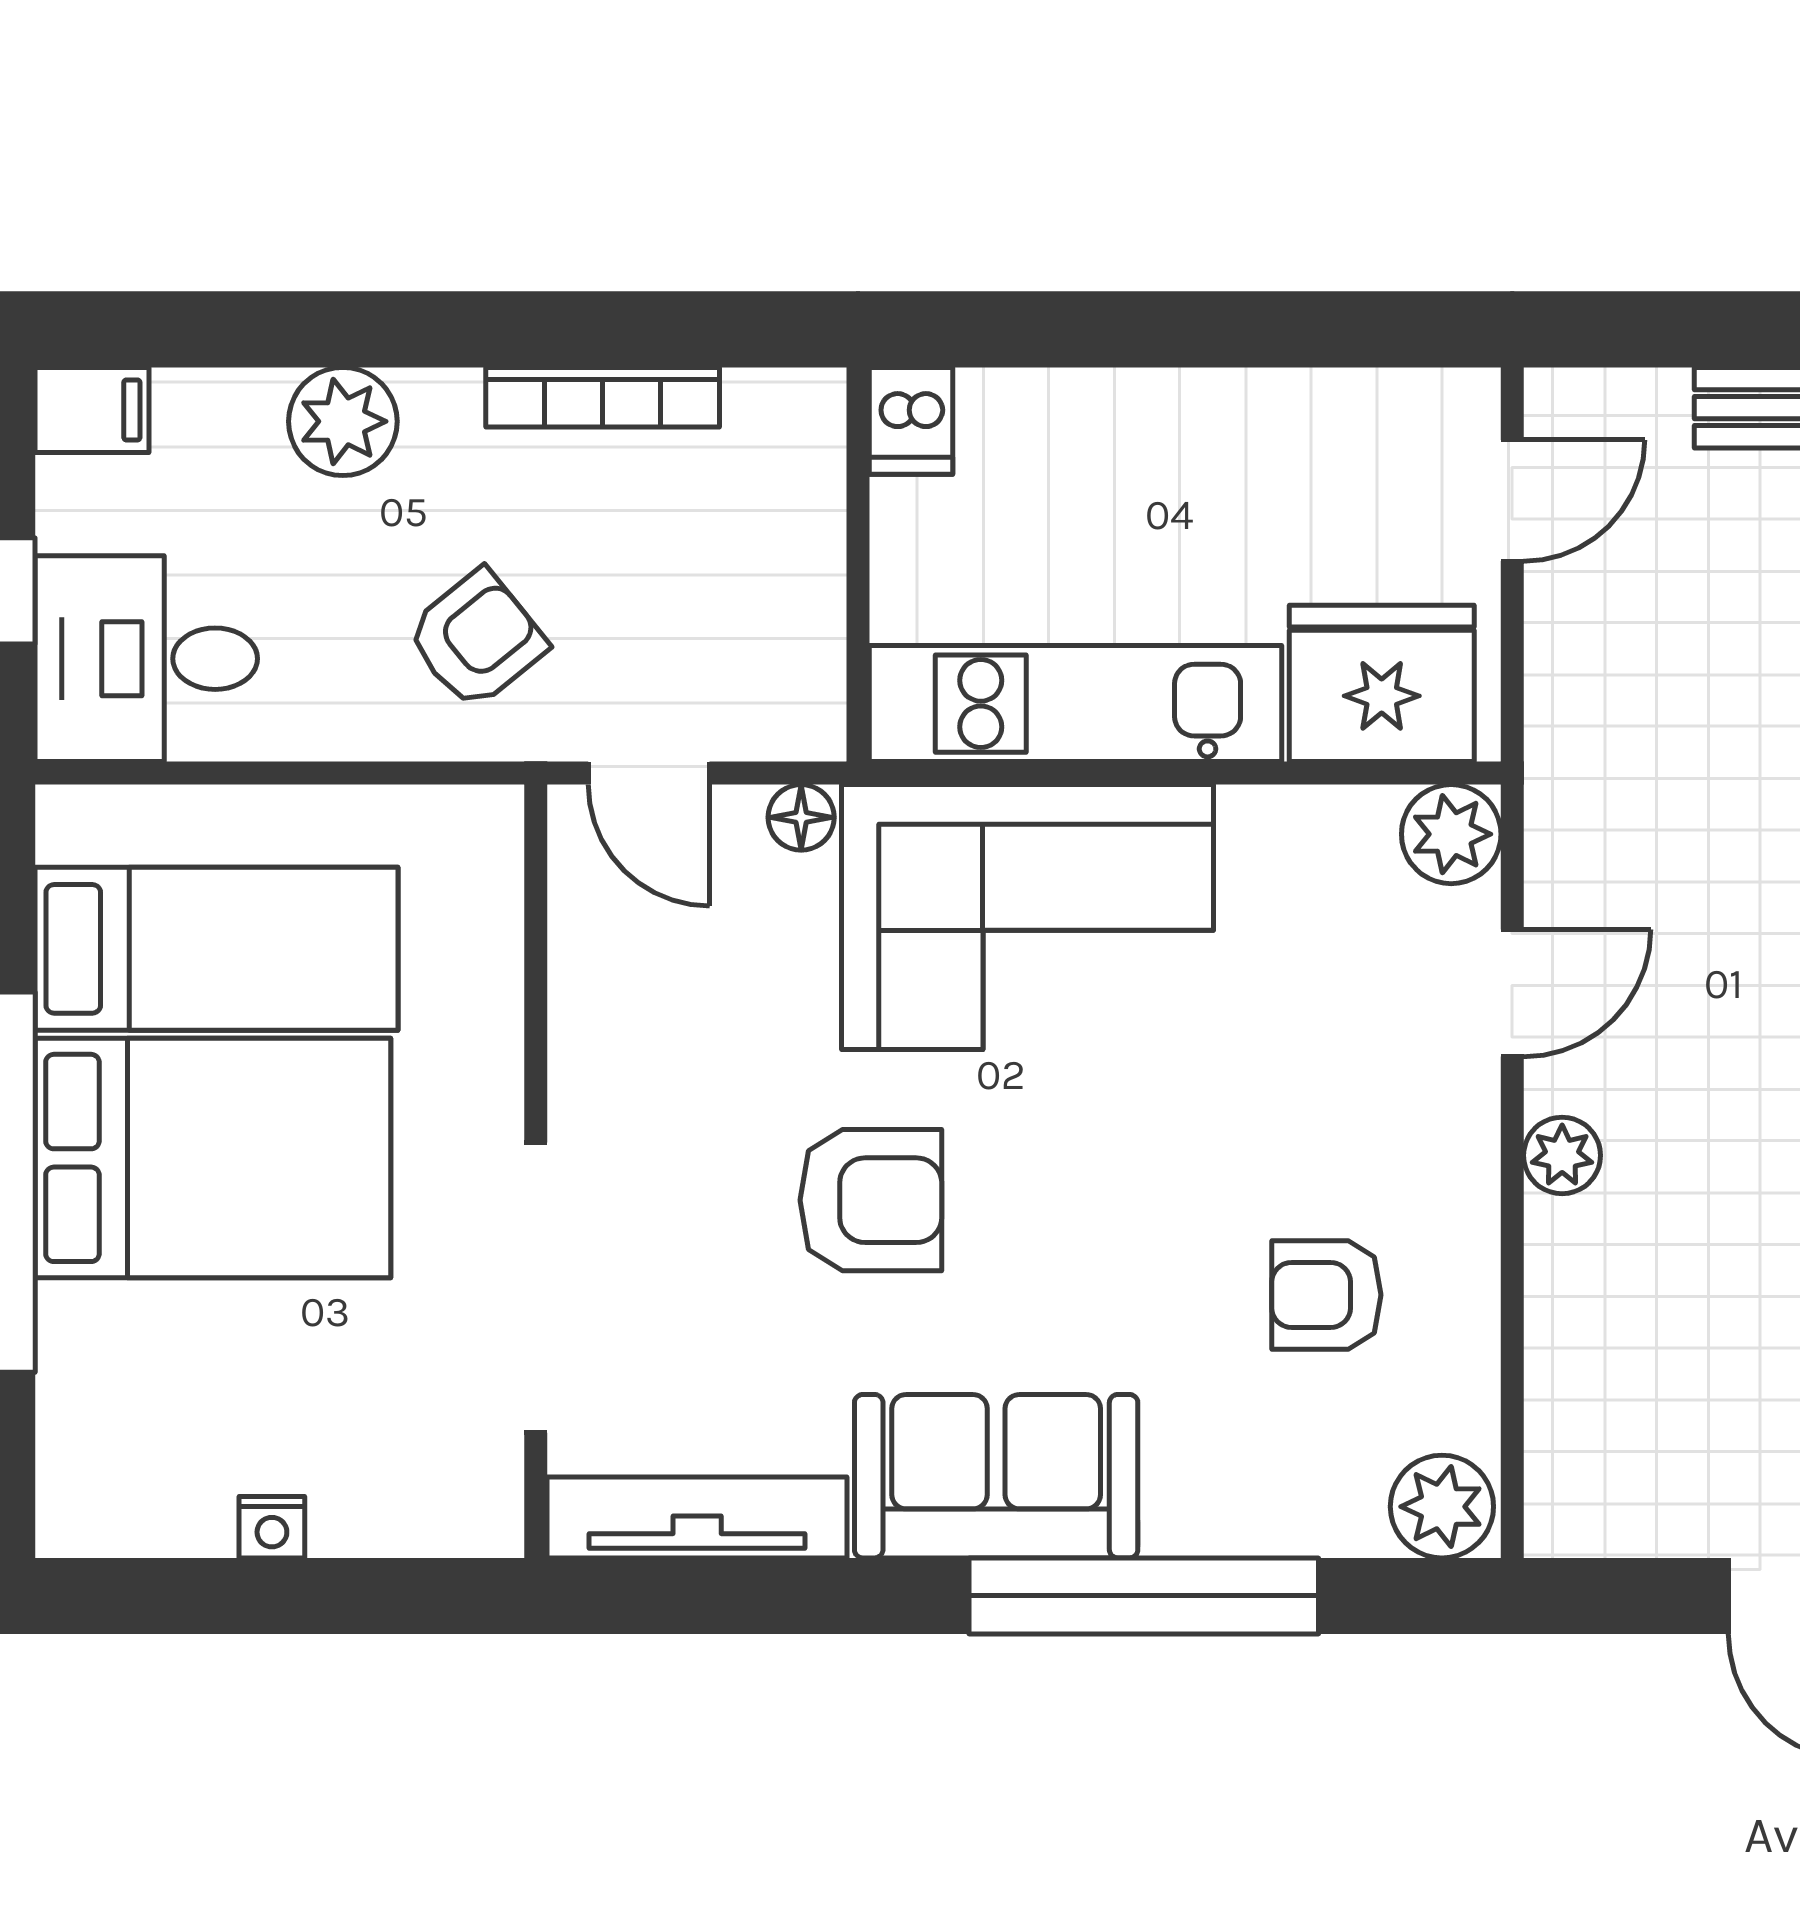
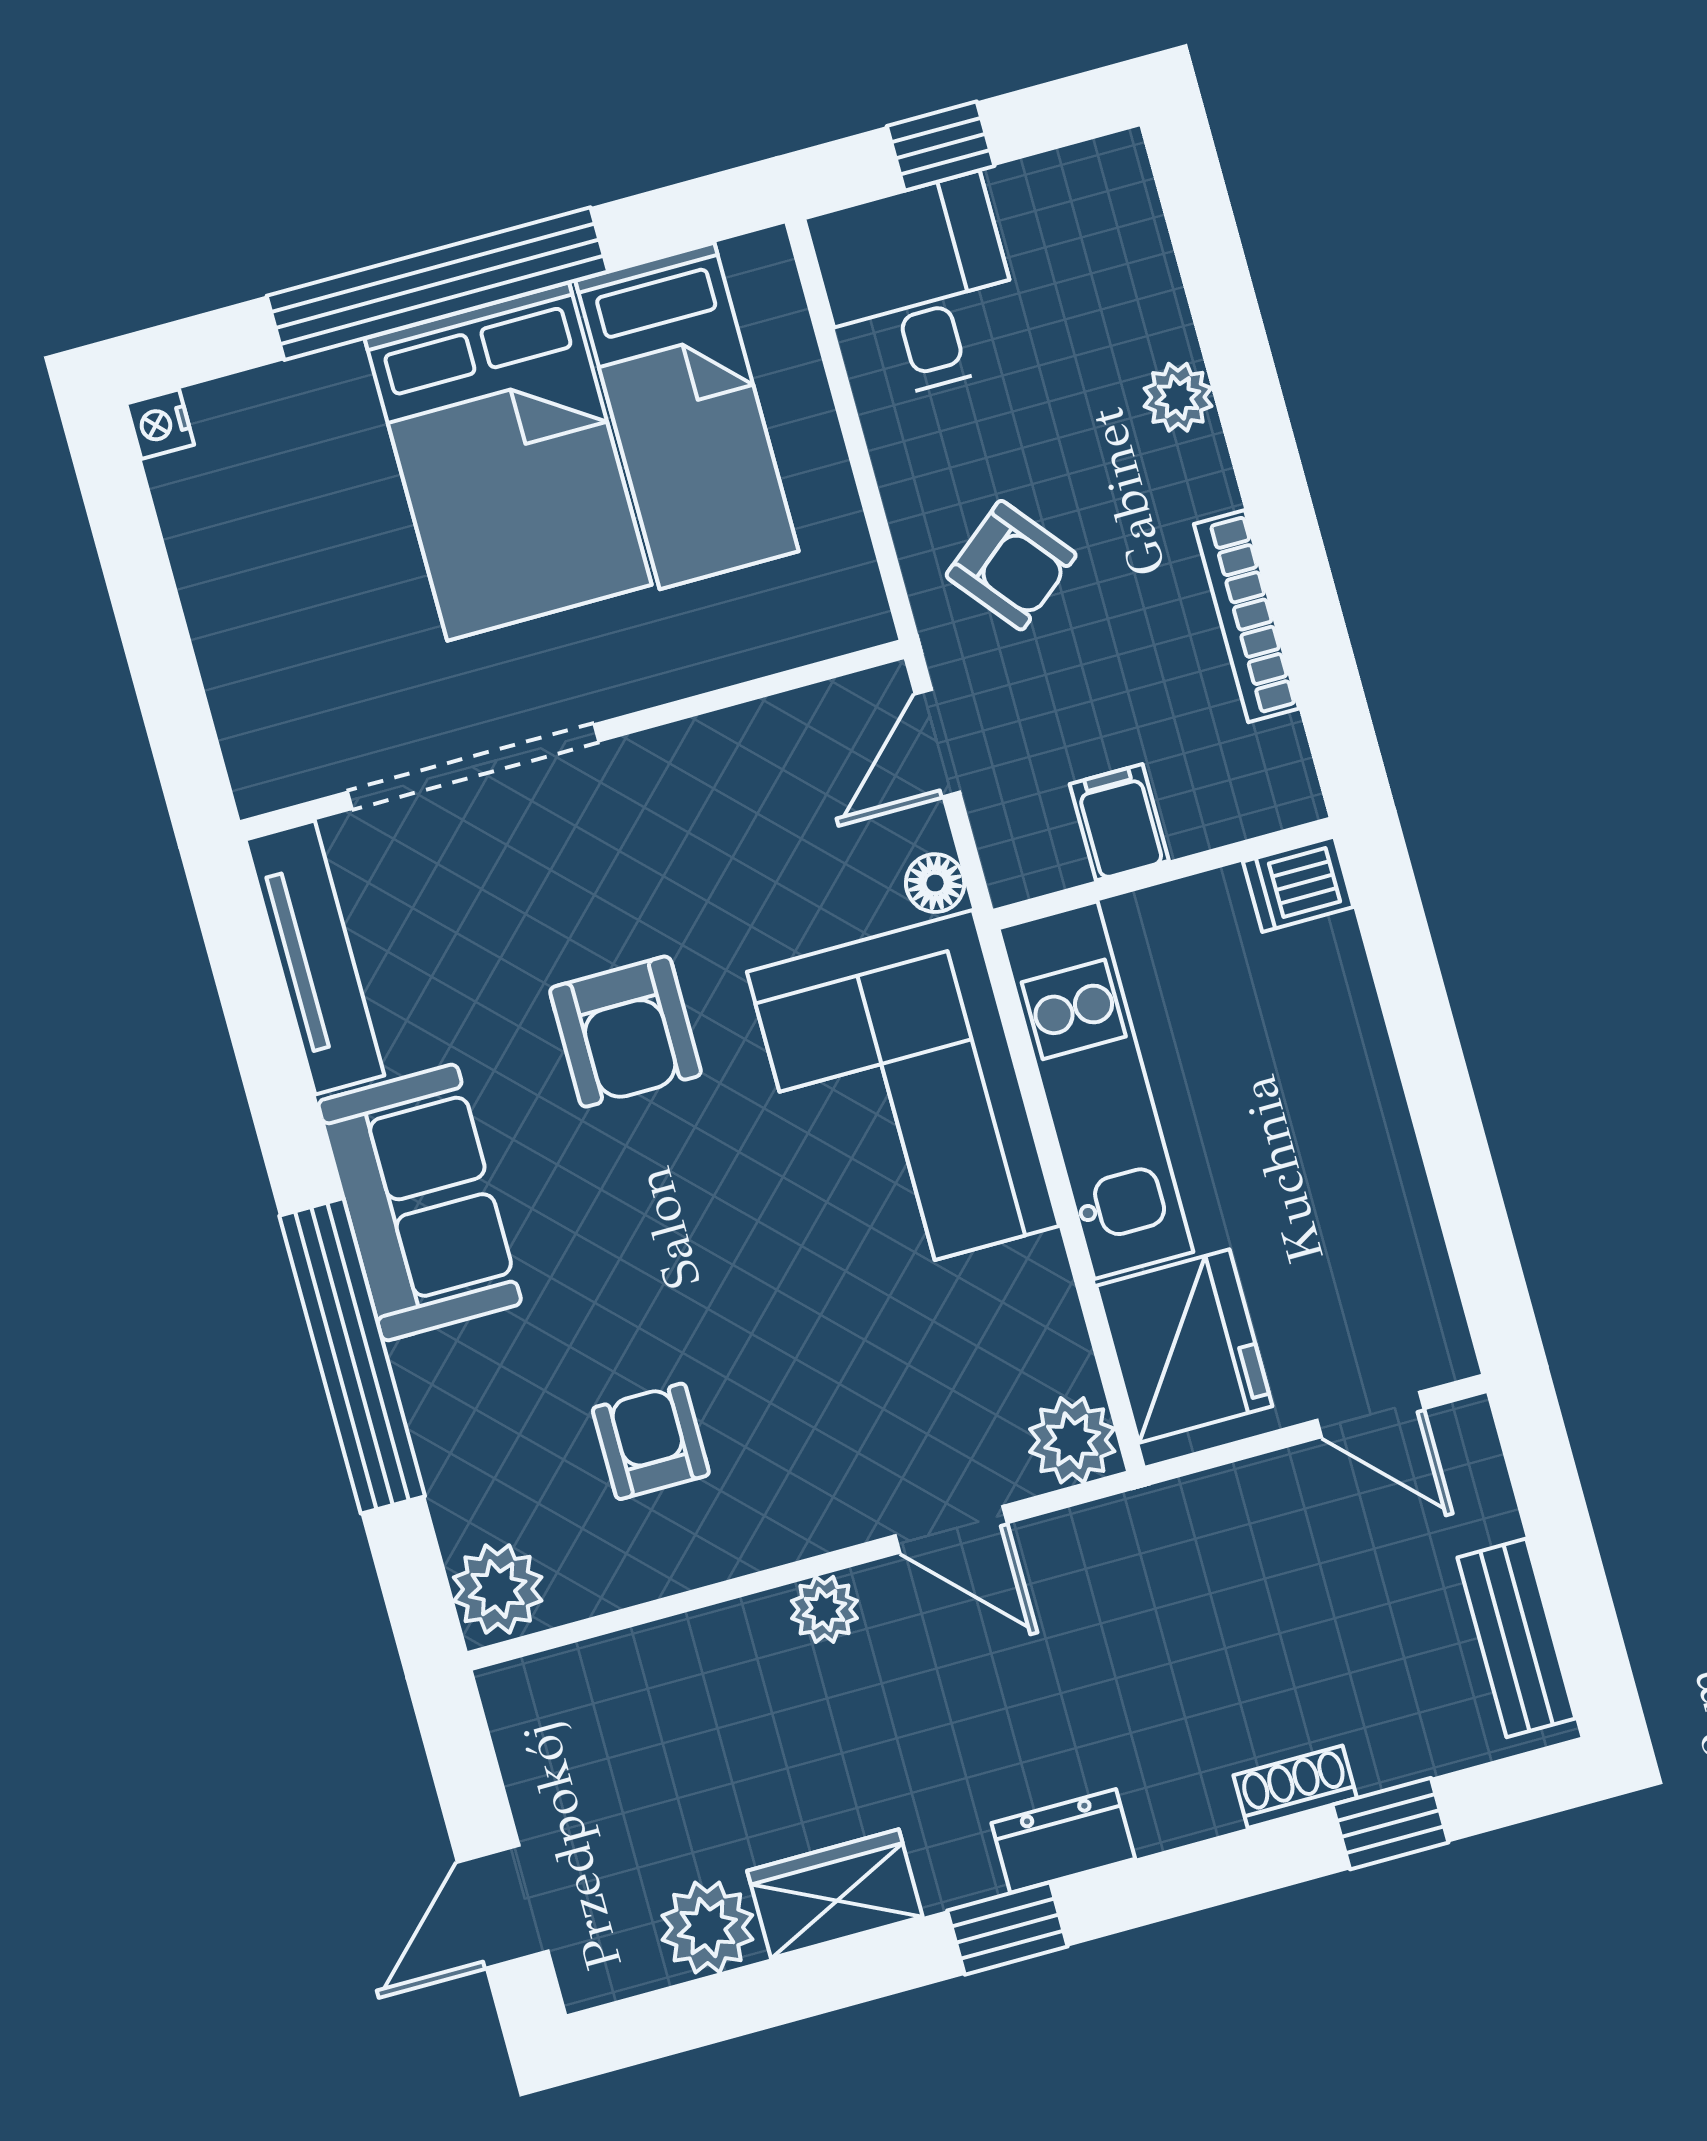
filing cabinet: (92, 410) -> (1119, 822), moved, turned 180
plant: (343, 421) -> (1178, 397), width x0.73, depth x0.73
nightstand: (272, 1527) -> (160, 424), moved

